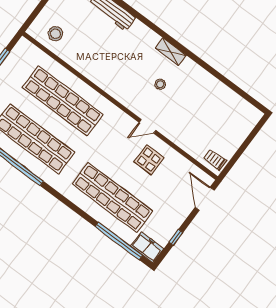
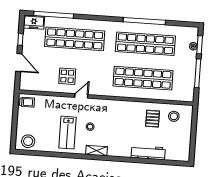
pallet: (82, 47) -> (153, 119), added
lab bench: (191, 94) -> (68, 133), added
stool: (243, 114) -> (28, 141), added
door: (205, 199) -> (19, 63), moved

